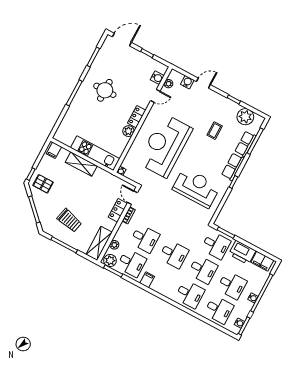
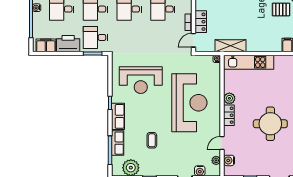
round table: (105, 90) -> (270, 124), width x1.36, depth x1.36
shelving: (81, 164) -> (231, 46), moved
door: (133, 198) -> (194, 40), swing flipped

